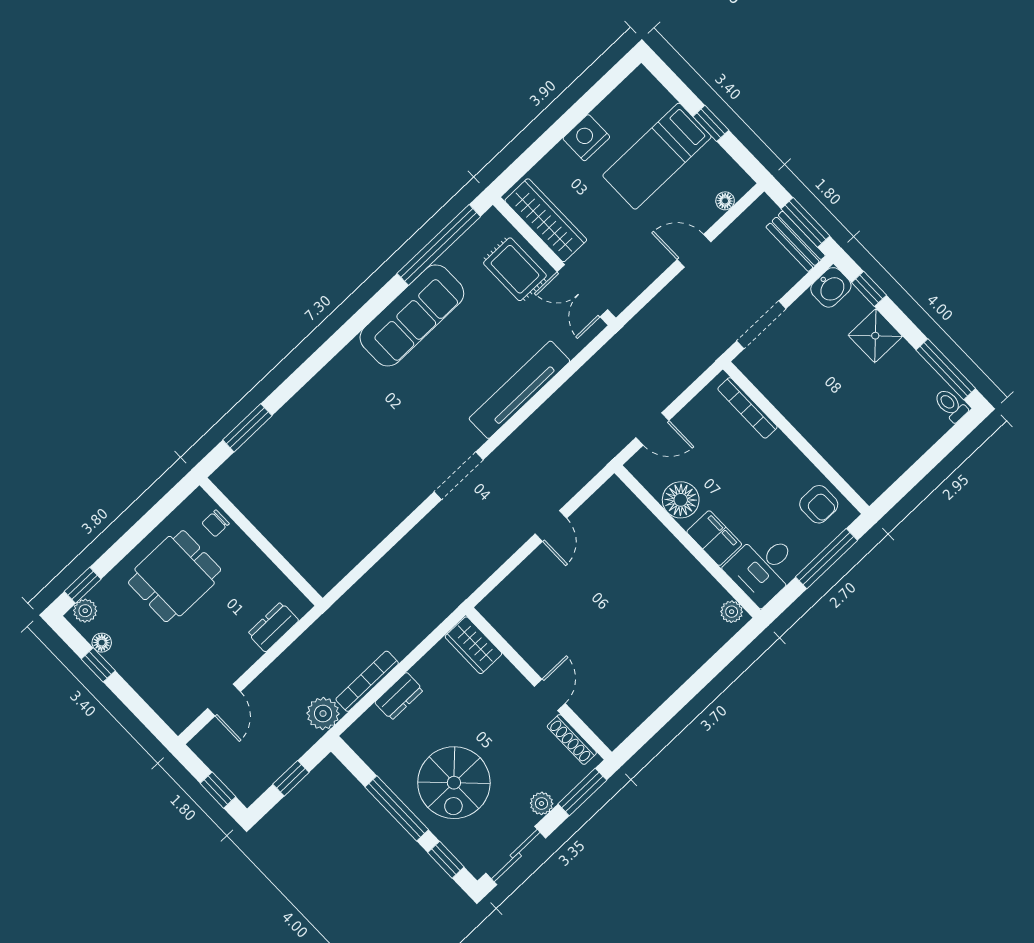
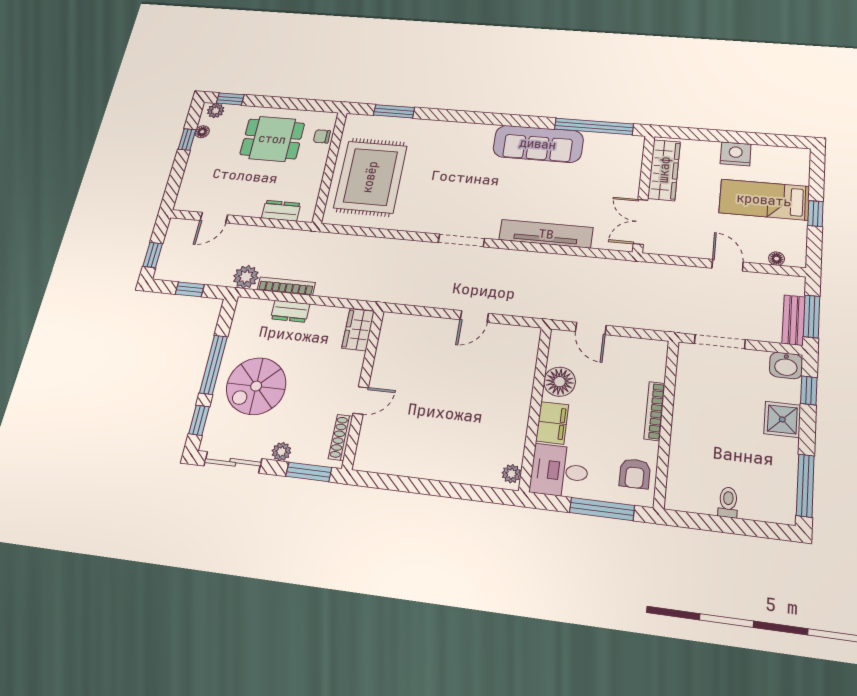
rug: (515, 269) -> (370, 177), moved, width x1.86, depth x2.06
toilet: (951, 405) -> (728, 502), moved
bookcase: (747, 408) -> (654, 411), moved

